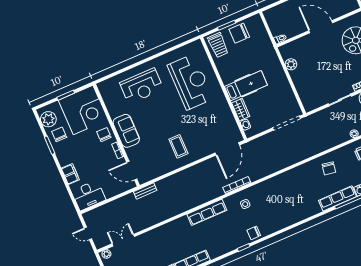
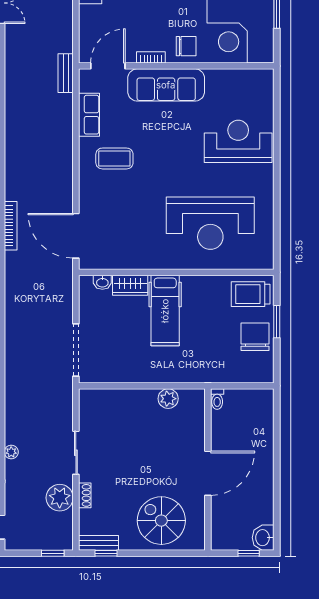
reception desk: (142, 86) -> (238, 141), turned 90
sofa: (126, 131) -> (166, 85), width x1.36
row of seats: (161, 169) -> (89, 115), added

